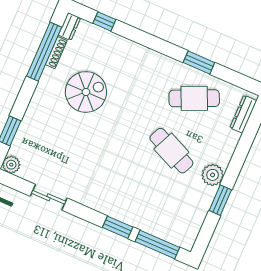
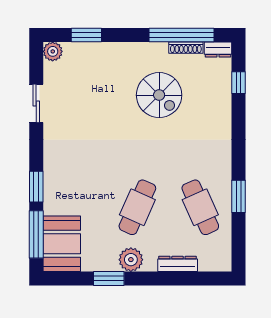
dresser: (243, 114) -> (178, 264), moved
booth: (174, 227) -> (62, 244), added

